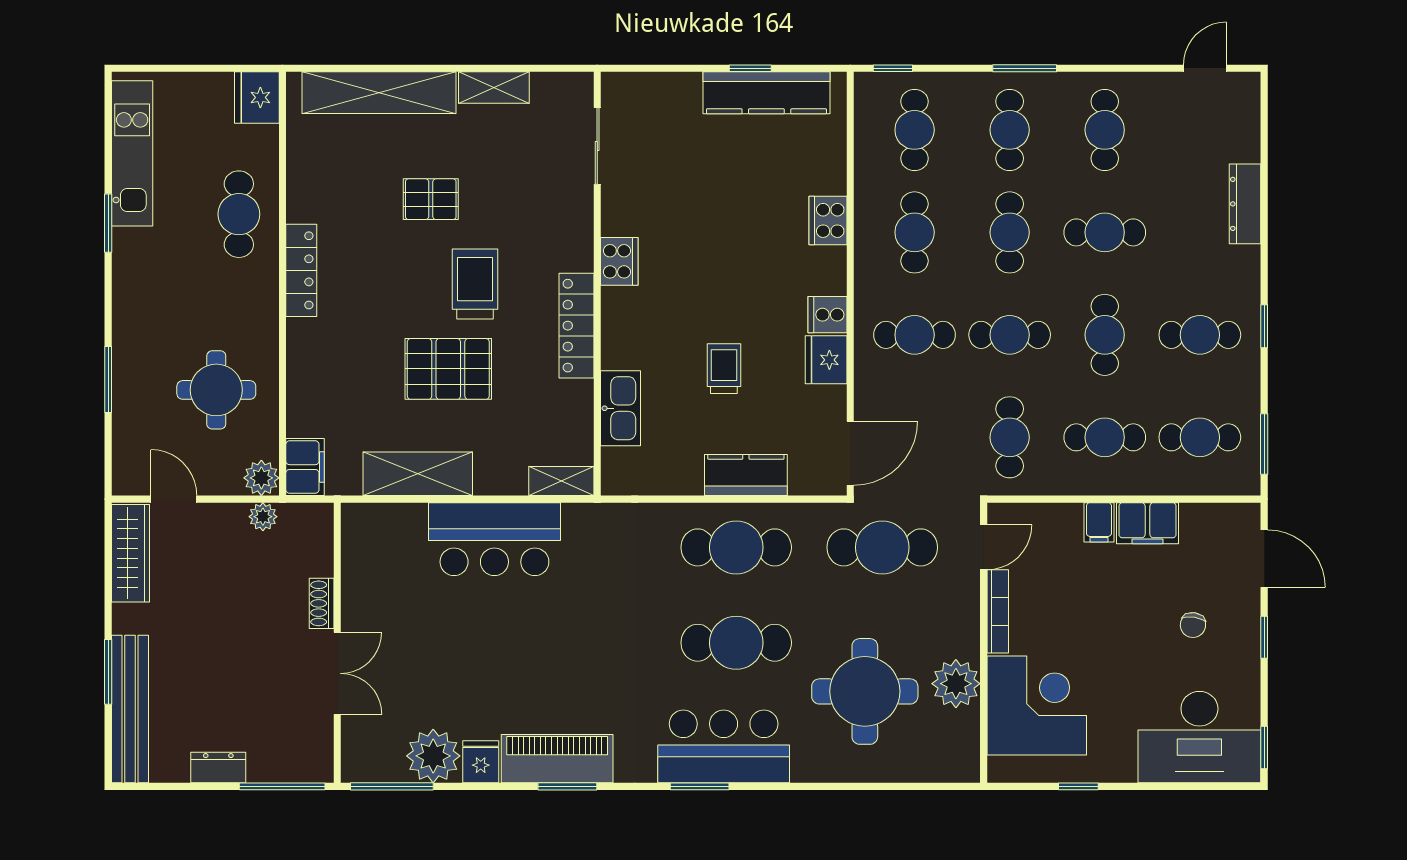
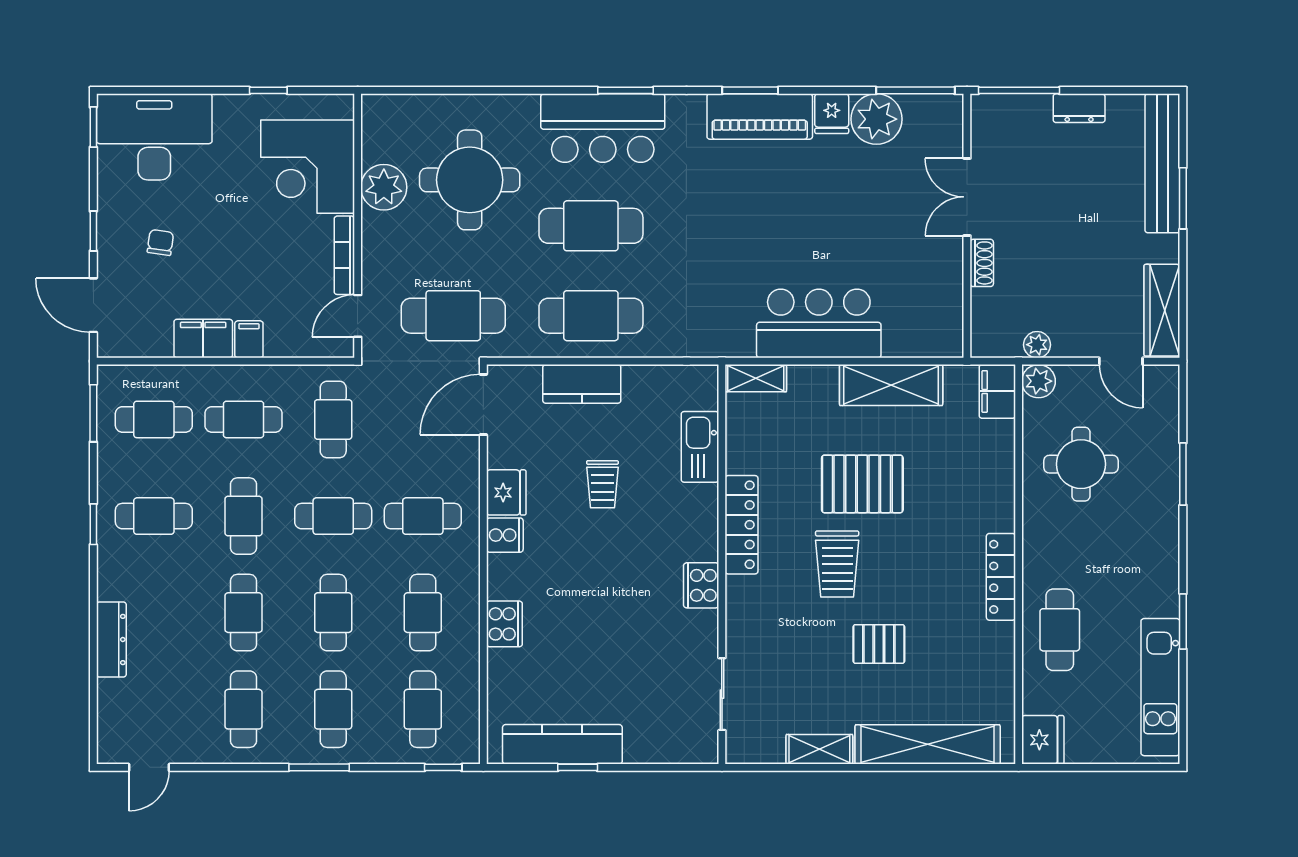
cafe table: (1105, 232) -> (244, 613), turned 90

